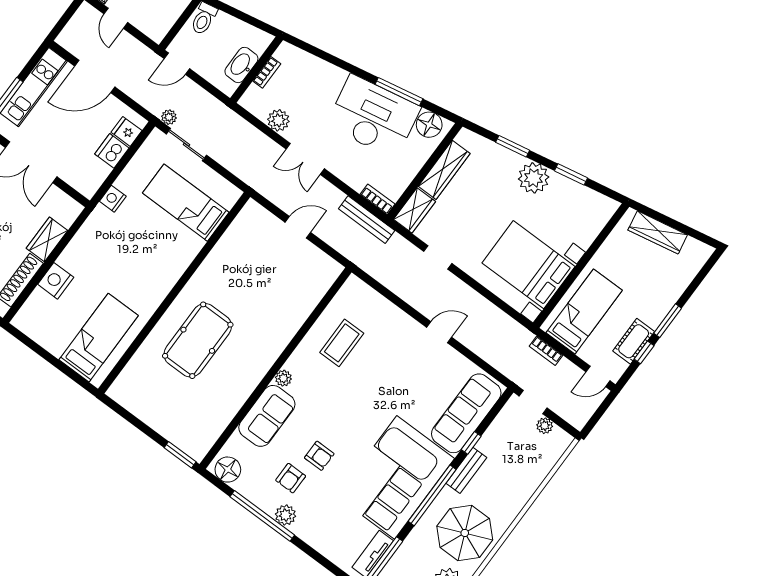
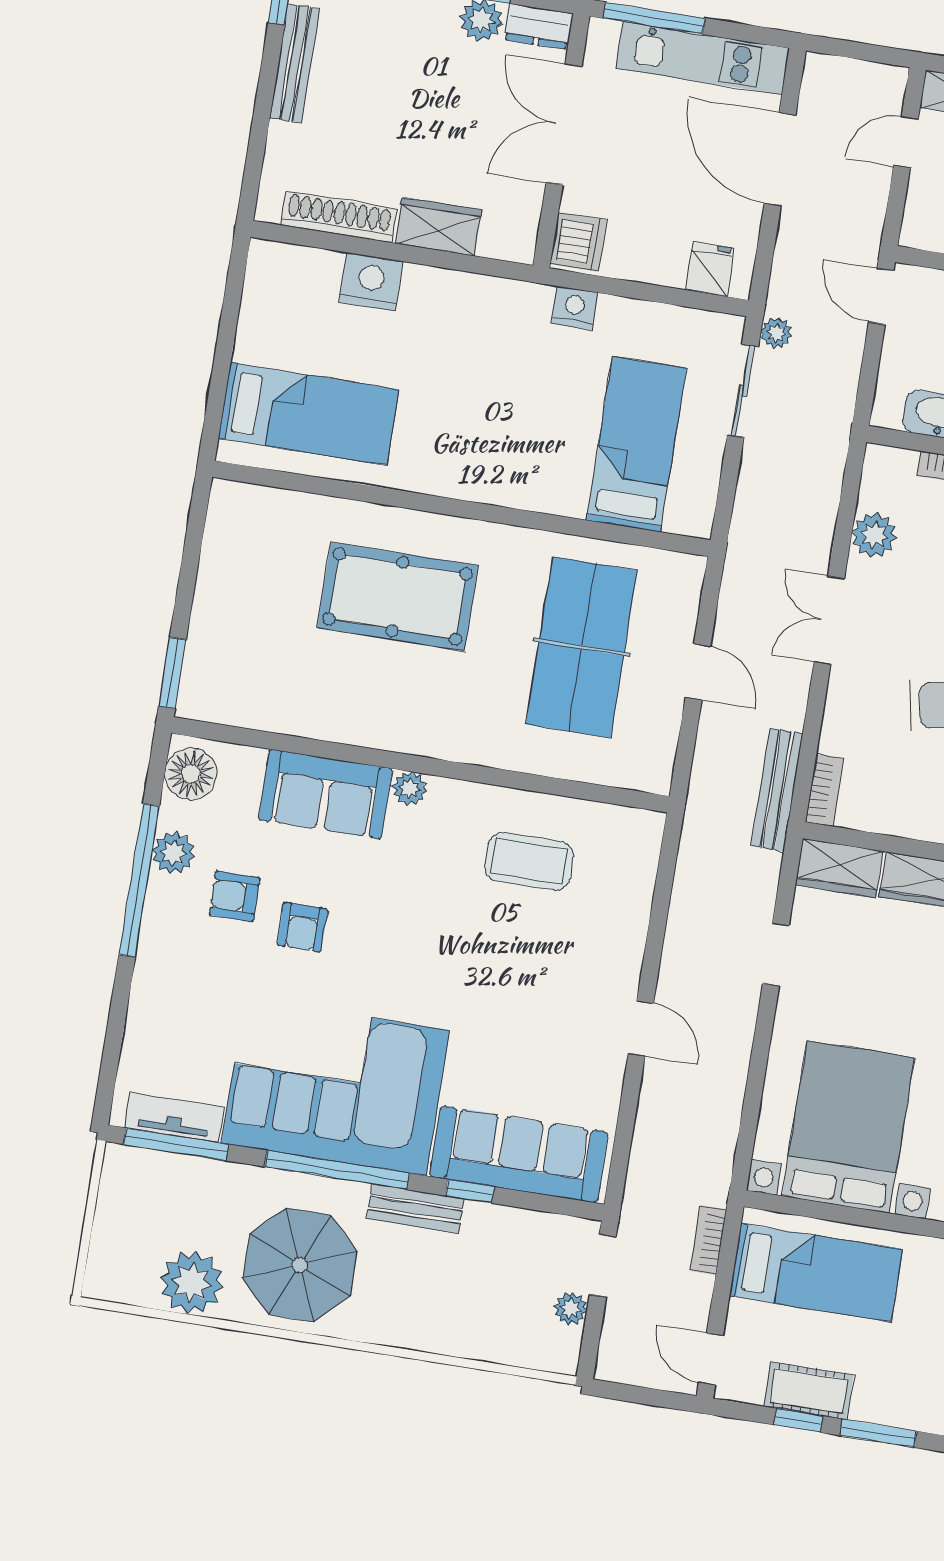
dishwasher: (112, 151) -> (578, 242), moved, turned 90
table tennis table: (261, 272) -> (582, 647), added
plant: (285, 515) -> (173, 853), moved

